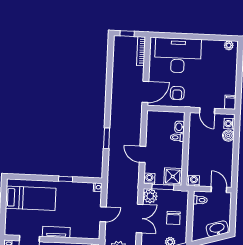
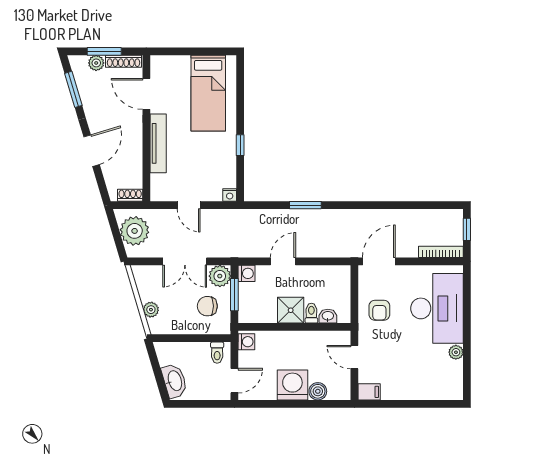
plant: (229, 45) -> (456, 352), moved
door: (145, 92) -> (379, 261), swing flipped
armchair: (177, 93) -> (379, 310), turned -90
door: (207, 111) -> (354, 357), hinge flipped
washing machine: (229, 124) -> (292, 385), moved, width x1.89, depth x1.89
shower: (173, 177) -> (291, 310), moved
chair: (173, 218) -> (207, 306), moved
tv unit: (56, 232) -> (158, 143), width x1.41

